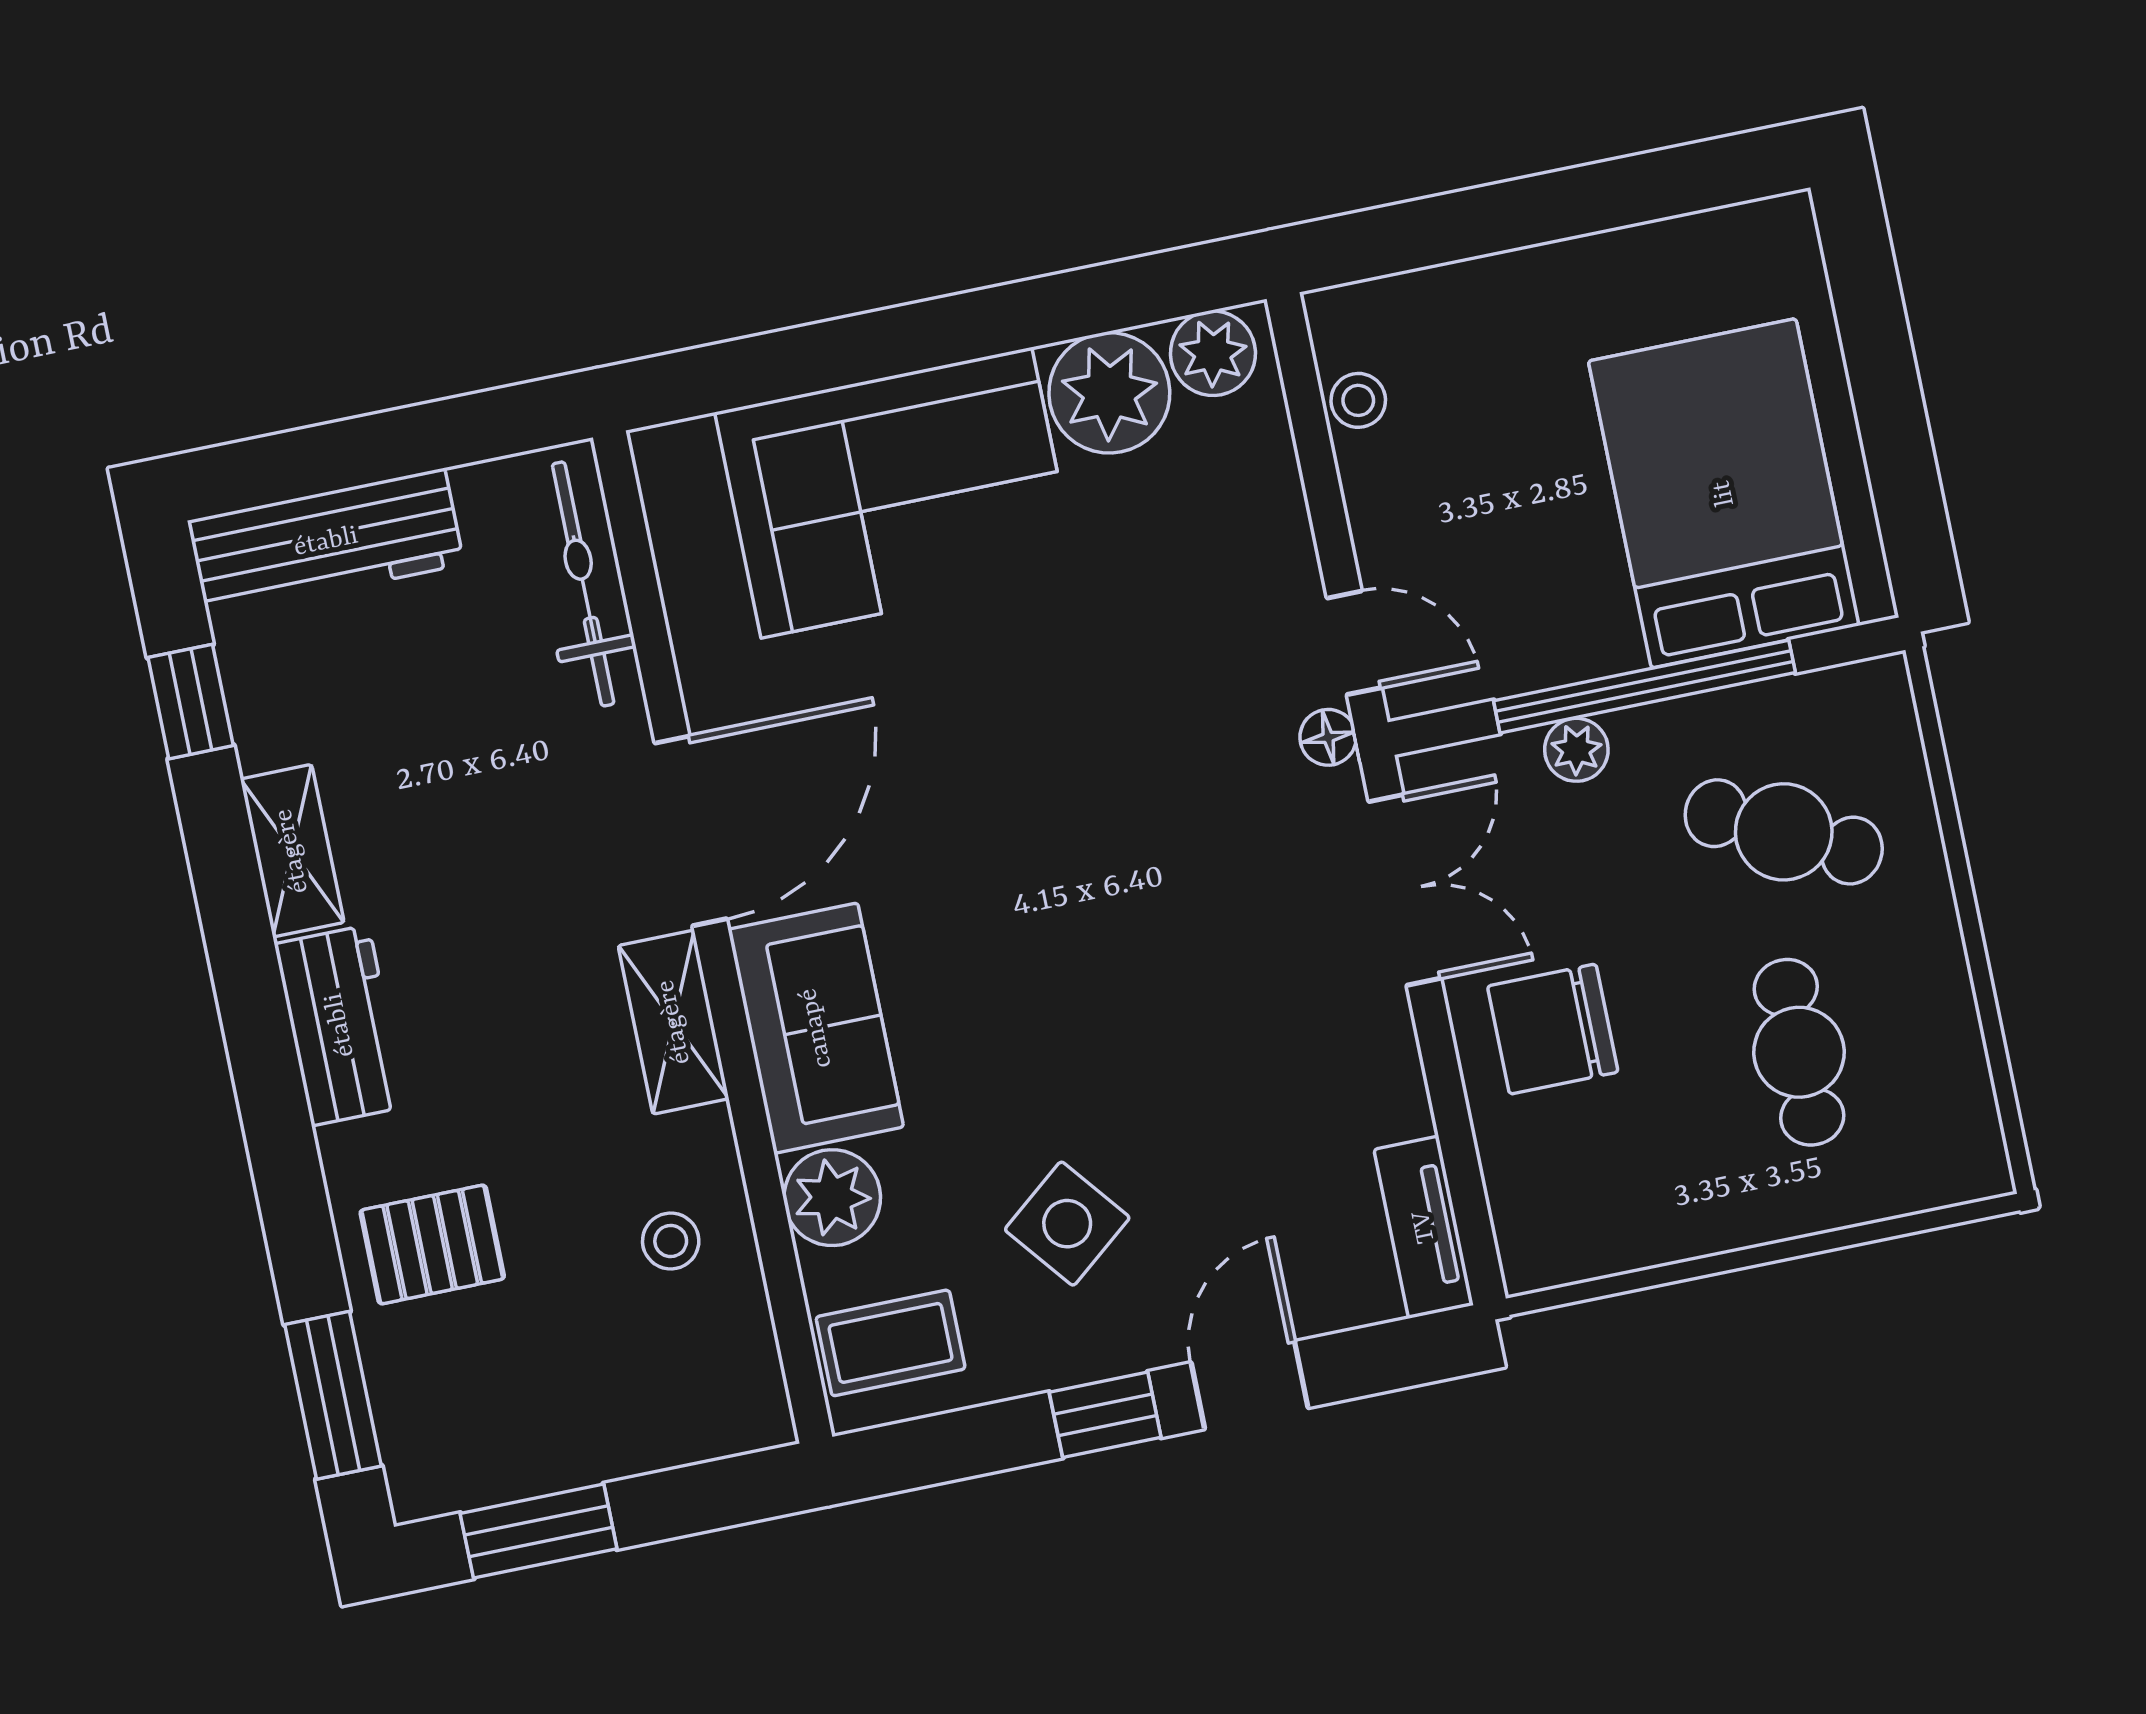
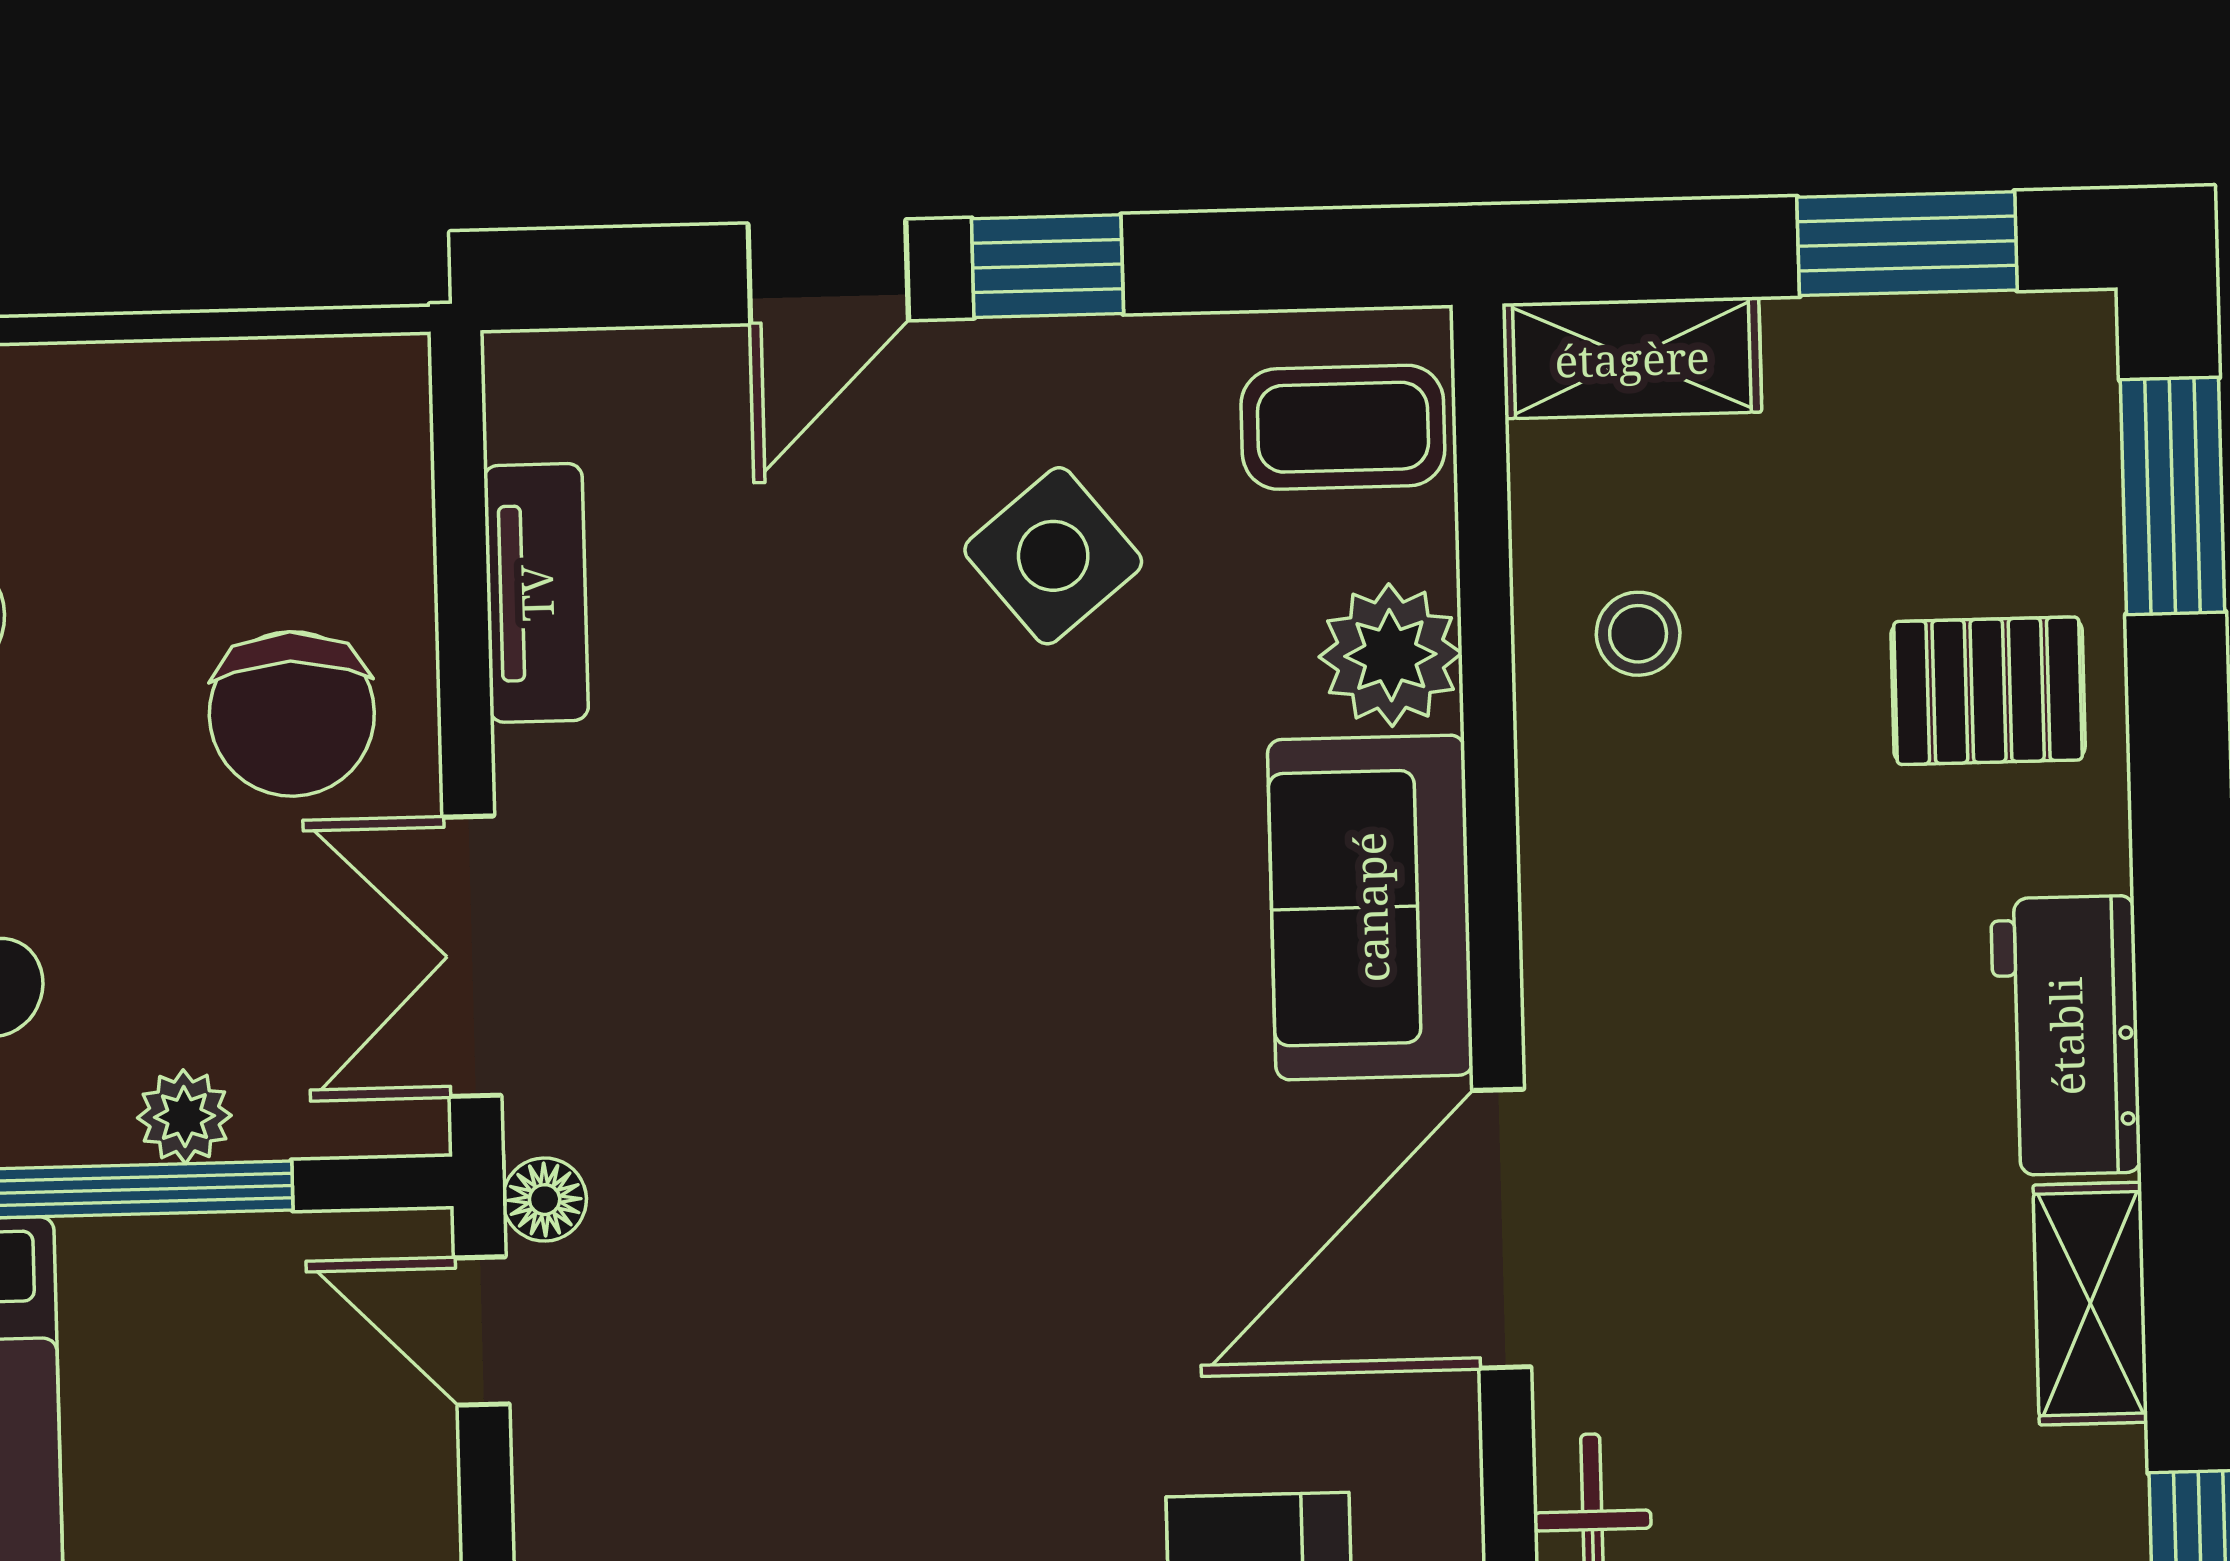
shelving: (674, 1022) -> (1632, 358), moved, turned 90
chair: (1553, 1029) -> (292, 714), turned 90
tv unit: (1424, 1227) -> (536, 593), moved

